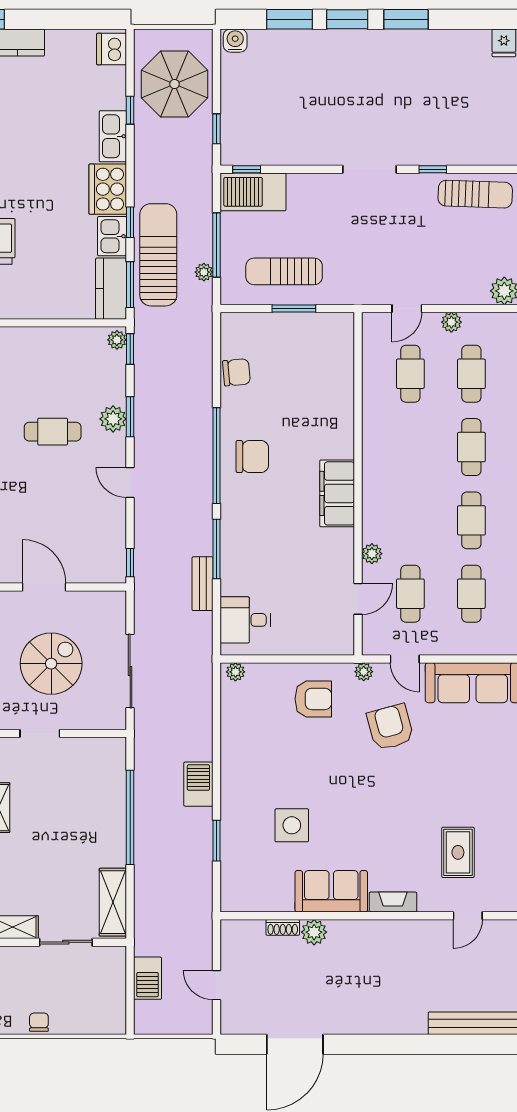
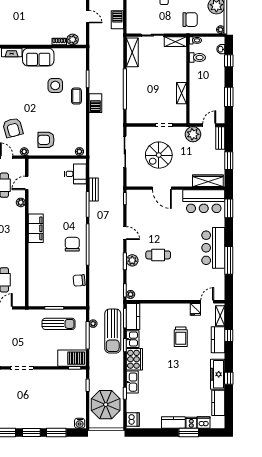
chair: (252, 457) -> (72, 244), turned 90
coffee table: (243, 801) -> (76, 96), added
plant: (314, 932) -> (73, 39), moved

